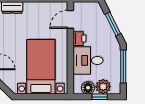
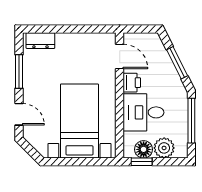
door: (70, 19) -> (120, 56), swing flipped
window: (100, 97) -> (142, 162), moved

